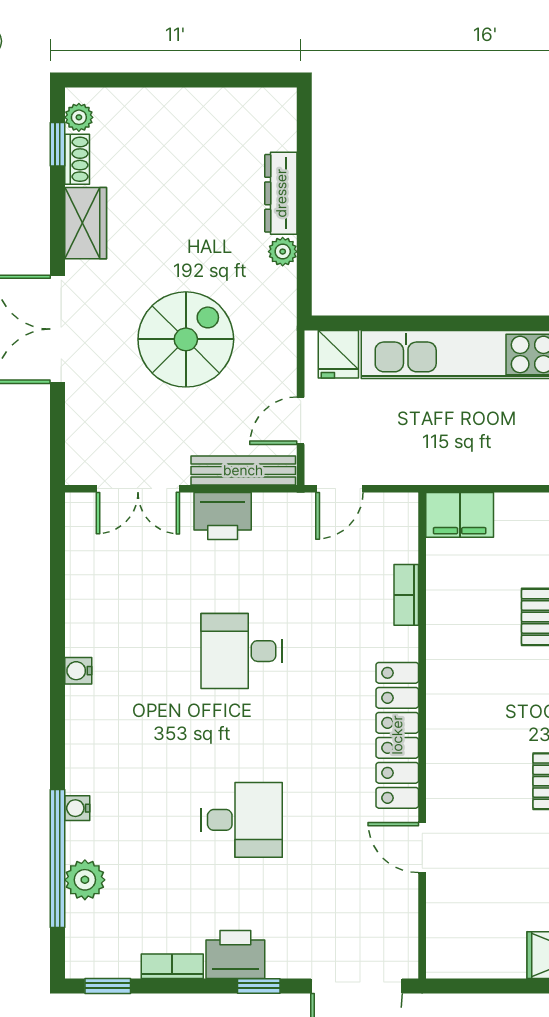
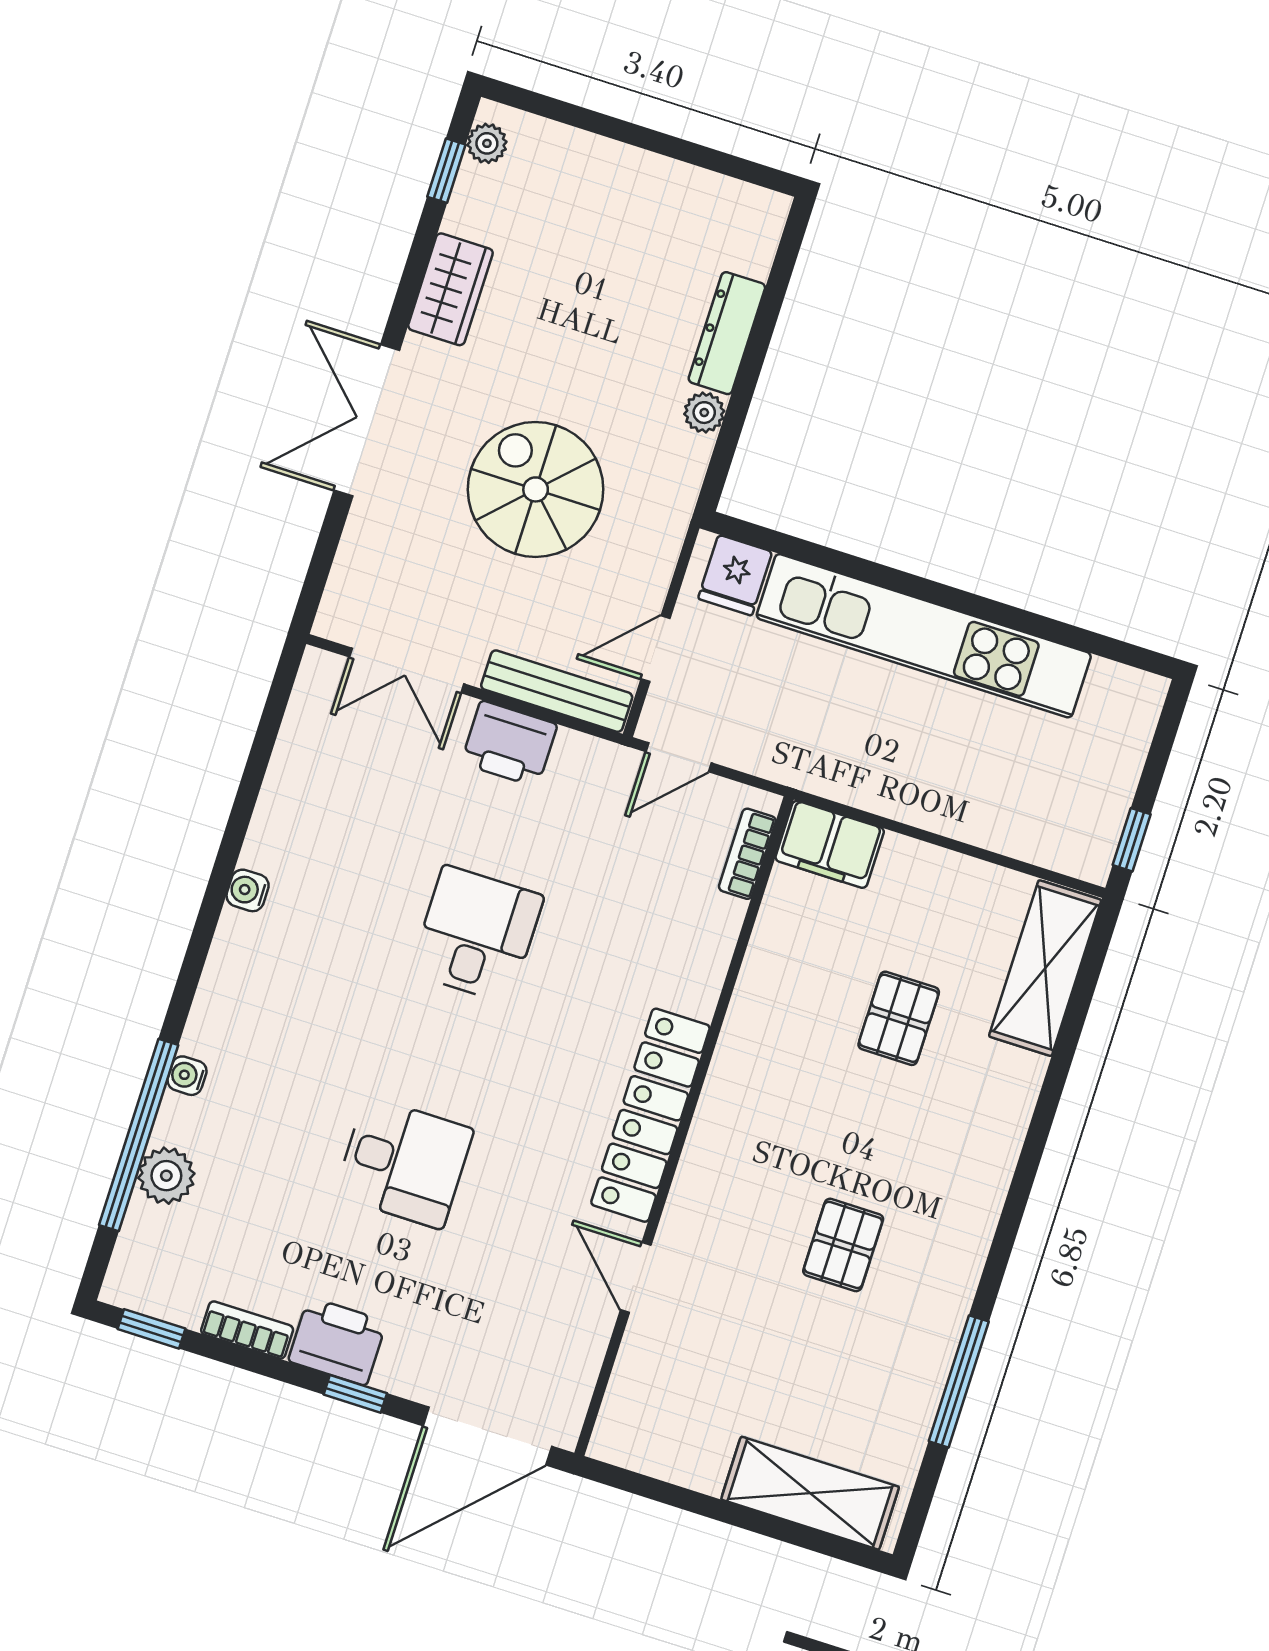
shoe rack: (77, 159) -> (466, 199), removed
spiral stairs: (186, 339) -> (536, 489), turned -90
bookcase: (406, 595) -> (747, 854), moved
desk: (242, 651) -> (477, 934), turned 90

